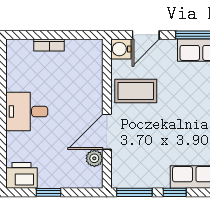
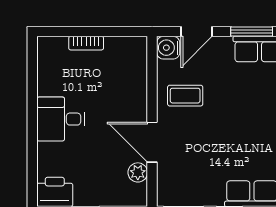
coffee table: (136, 91) -> (185, 96), width x0.73, depth x0.77
door: (107, 132) -> (152, 142), hinge flipped

